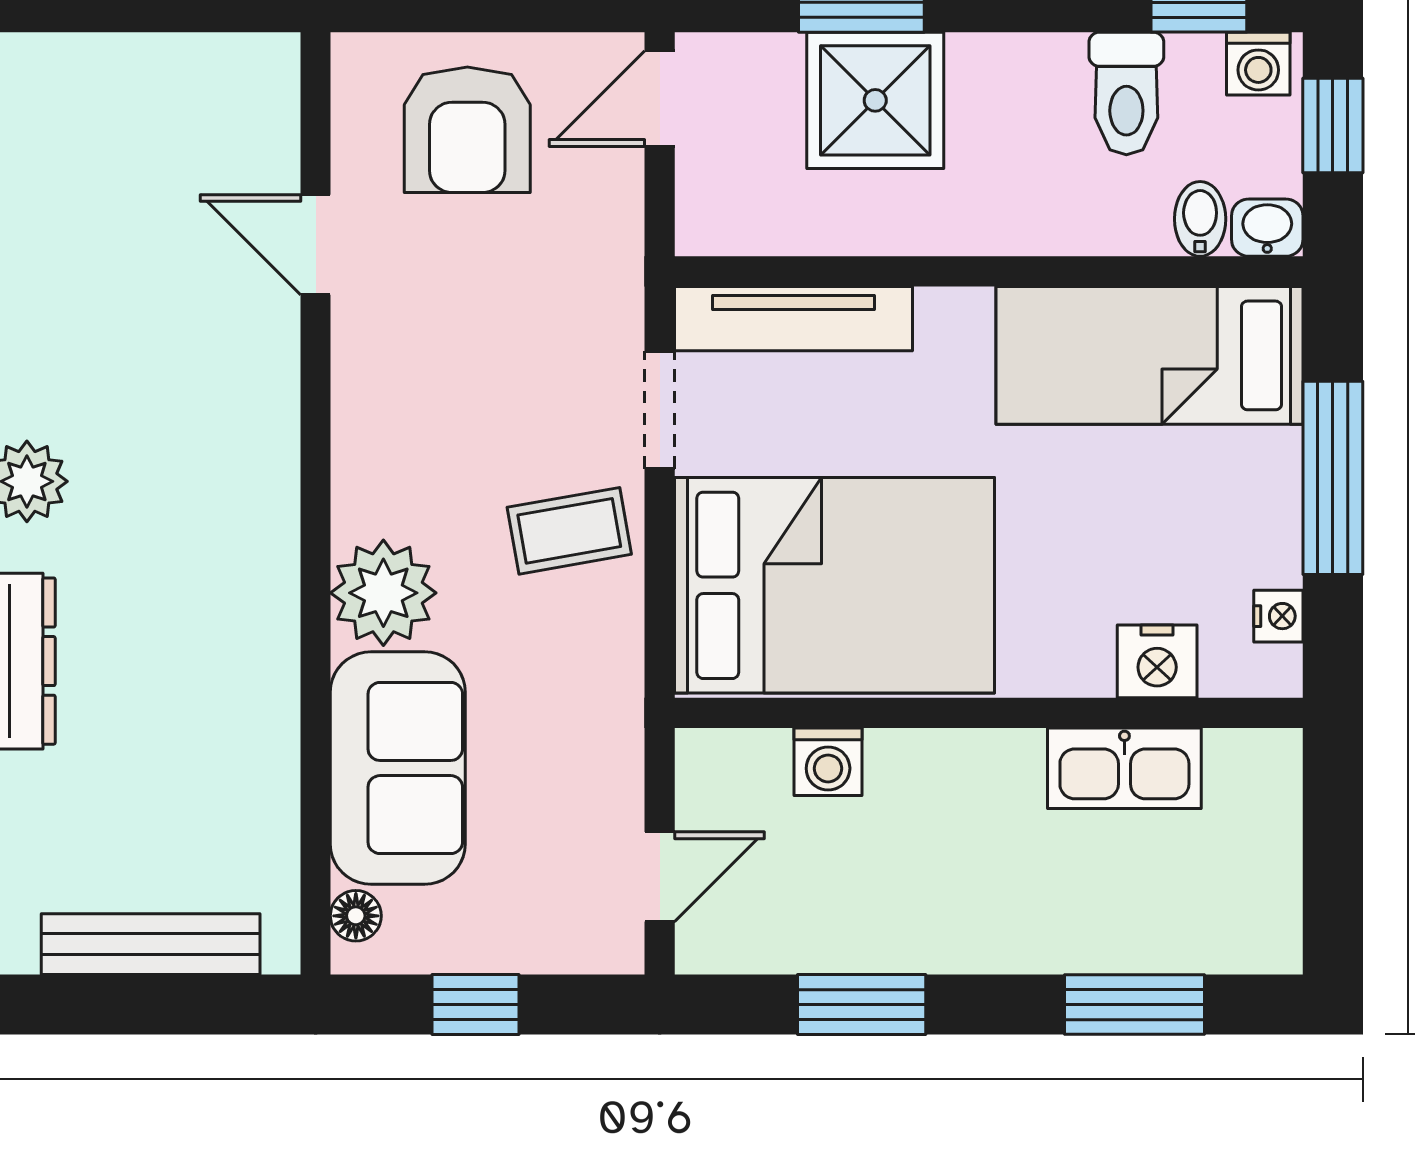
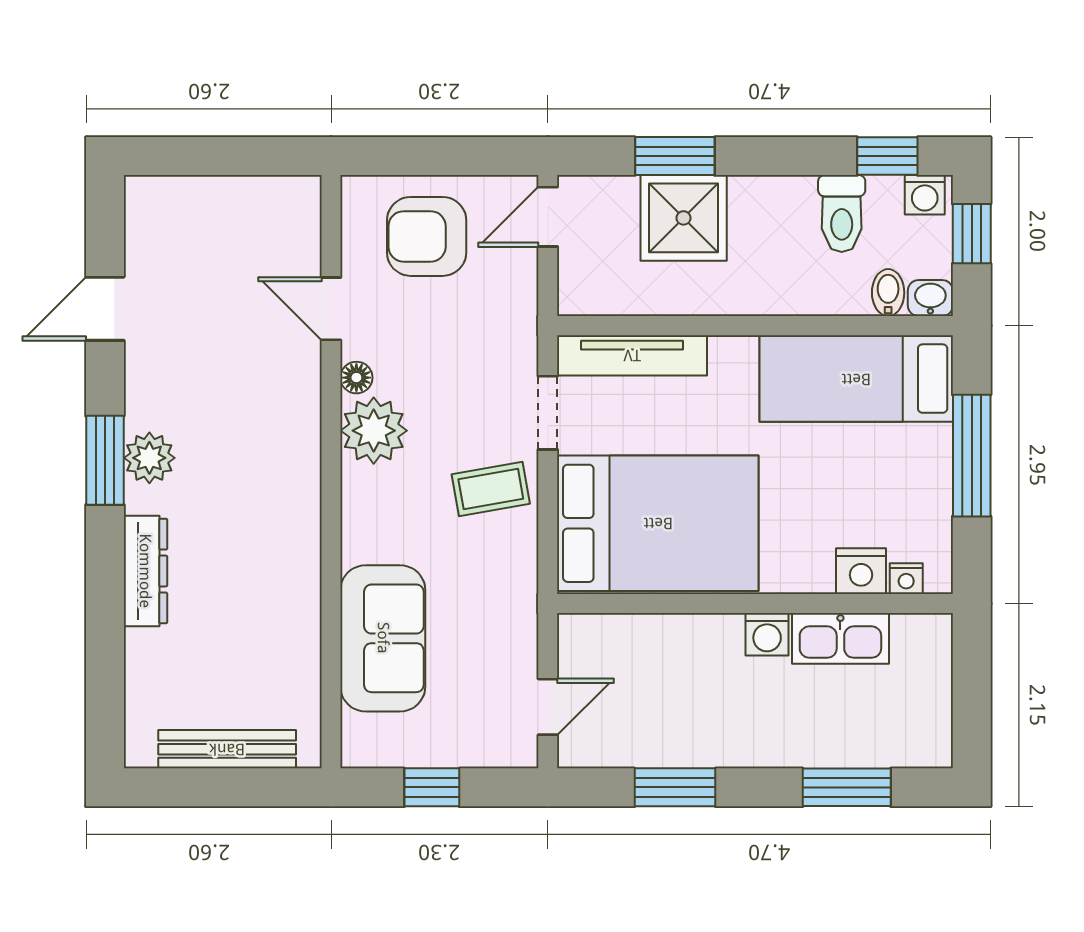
armchair: (467, 130) -> (427, 236), turned 90
plant: (383, 593) -> (374, 431), moved
nightstand: (1278, 616) -> (906, 579), moved, turned 90
washing machine: (828, 762) -> (767, 634), moved
floor lamp: (356, 916) -> (356, 378), moved

